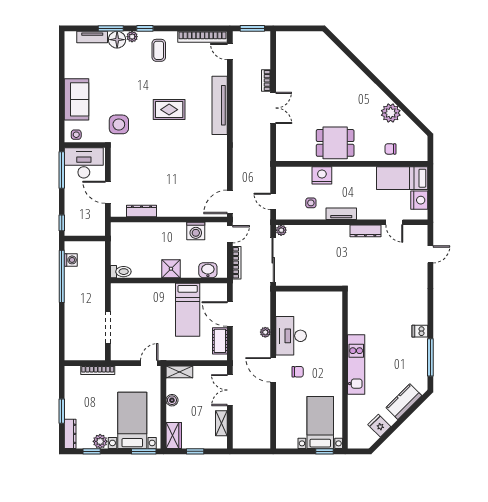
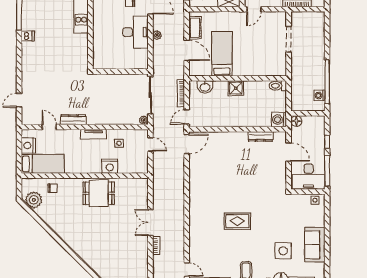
sofa: (76, 99) -> (315, 245), moved
tv unit: (220, 105) -> (195, 225), removed
plant: (391, 113) -> (34, 200), moved
side table: (119, 124) -> (283, 251), moved
window: (62, 223) -> (327, 142), moved
floor lamp: (99, 229) -> (296, 121), added
washing machine: (196, 231) -> (279, 120), moved, turned -90

